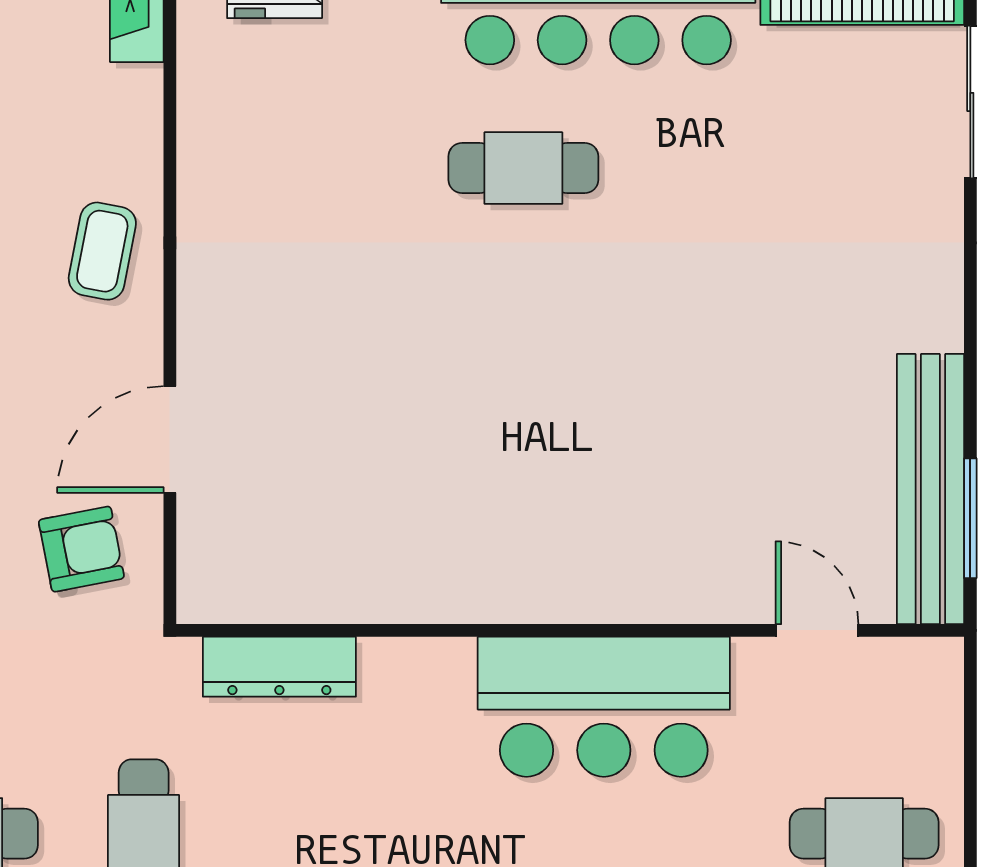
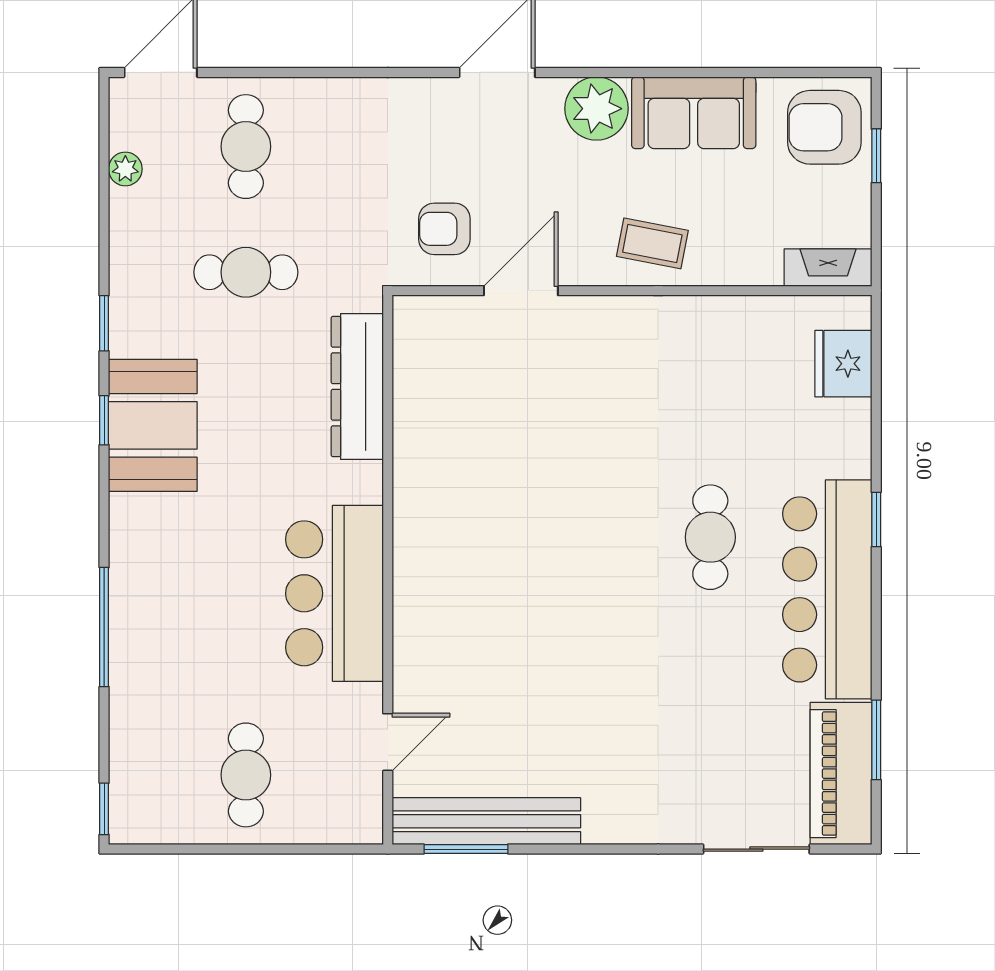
door: (170, 439) -> (521, 291), hinge flipped
armchair: (81, 549) -> (444, 229), turned 101
dresser: (279, 667) -> (357, 386), width x1.37, depth x1.24

